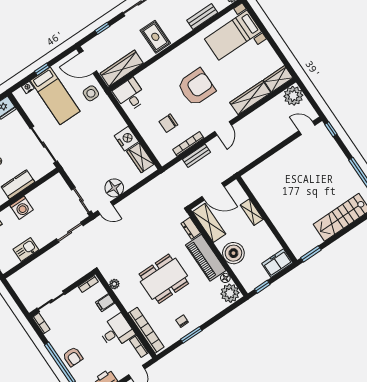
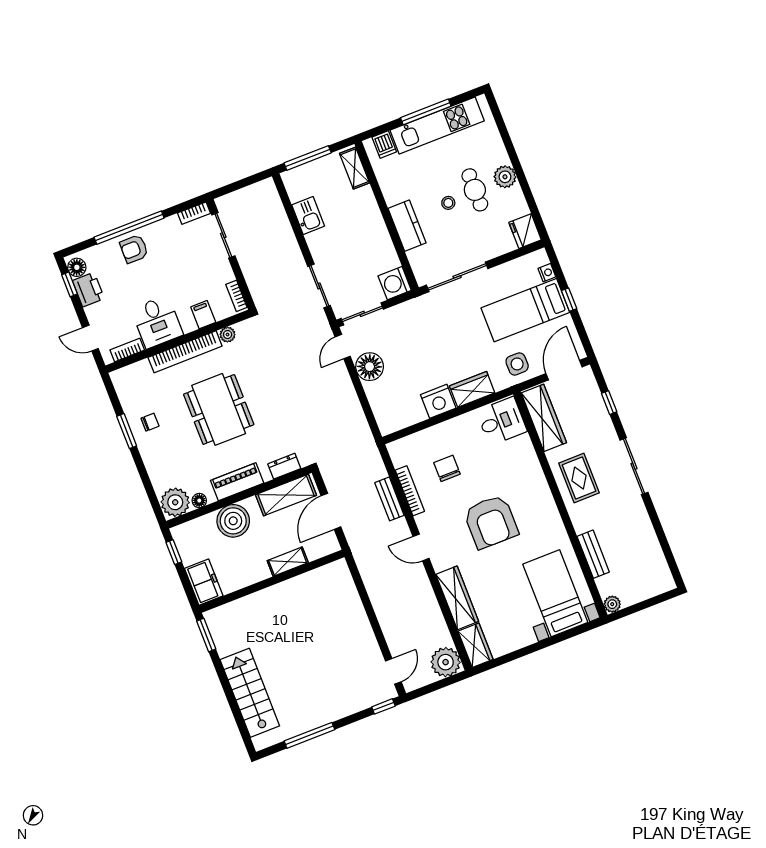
rug: (155, 37) -> (579, 478), turned 90
wardrobe: (140, 158) -> (472, 389), moved
washing machine: (22, 208) -> (395, 283), moved
piano: (206, 258) -> (237, 482), width x0.73, depth x0.75
bookcase: (146, 330) -> (185, 352), moved

